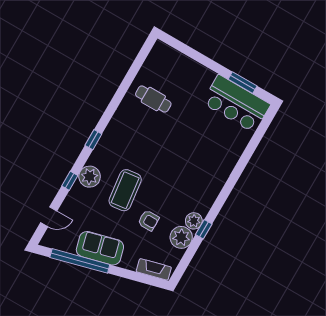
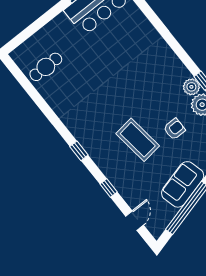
cafe table: (153, 99) -> (46, 67), moved
plant: (90, 177) -> (112, 168), removed

